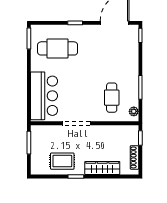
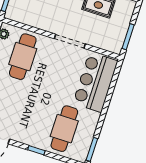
cafe table: (58, 48) -> (64, 129), turned 90
cafe table: (112, 98) -> (23, 57), width x1.37, depth x1.35

